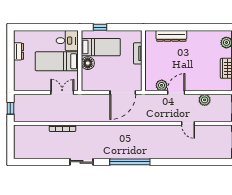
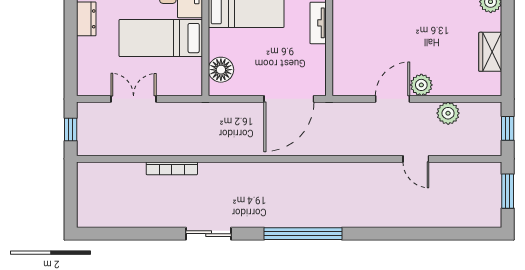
floor lamp: (88, 63) -> (221, 70), moved
plant: (162, 85) -> (421, 85), moved
double door: (62, 93) -> (134, 99), moved

